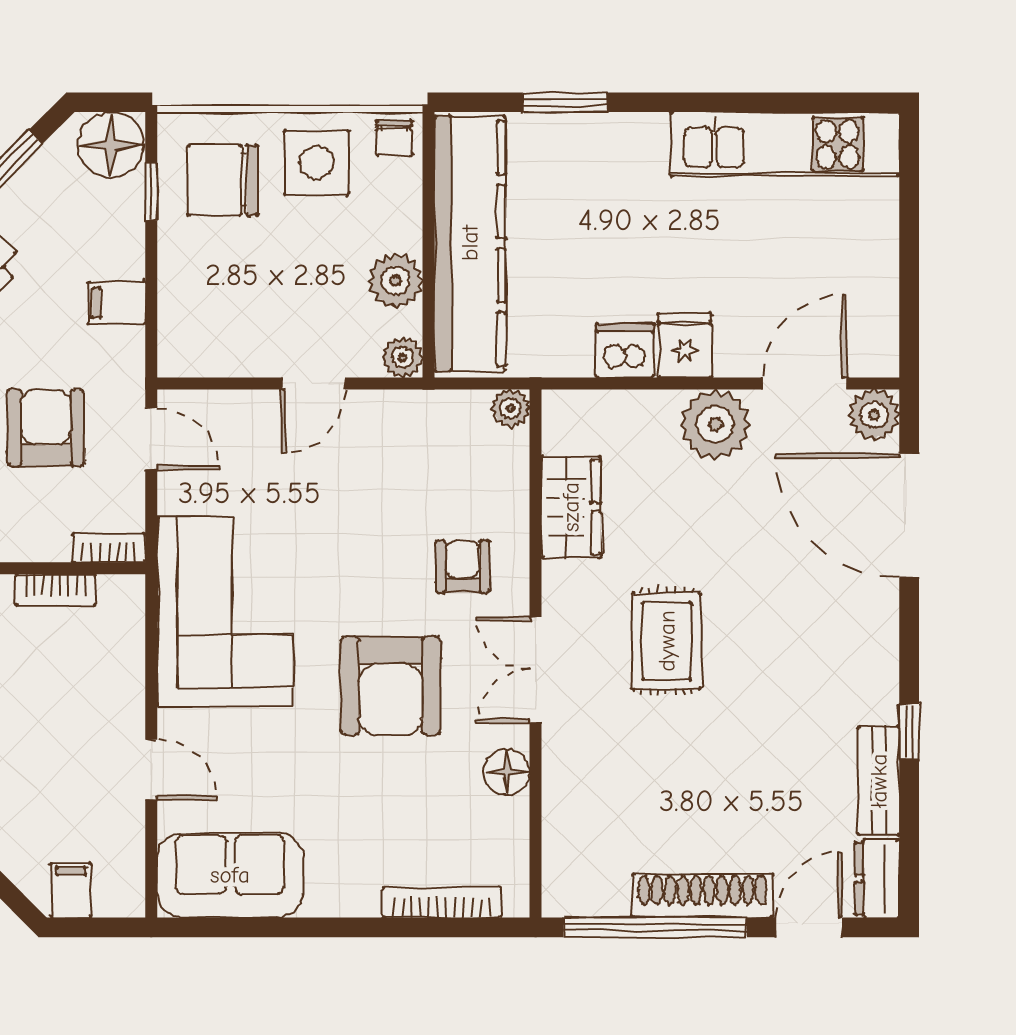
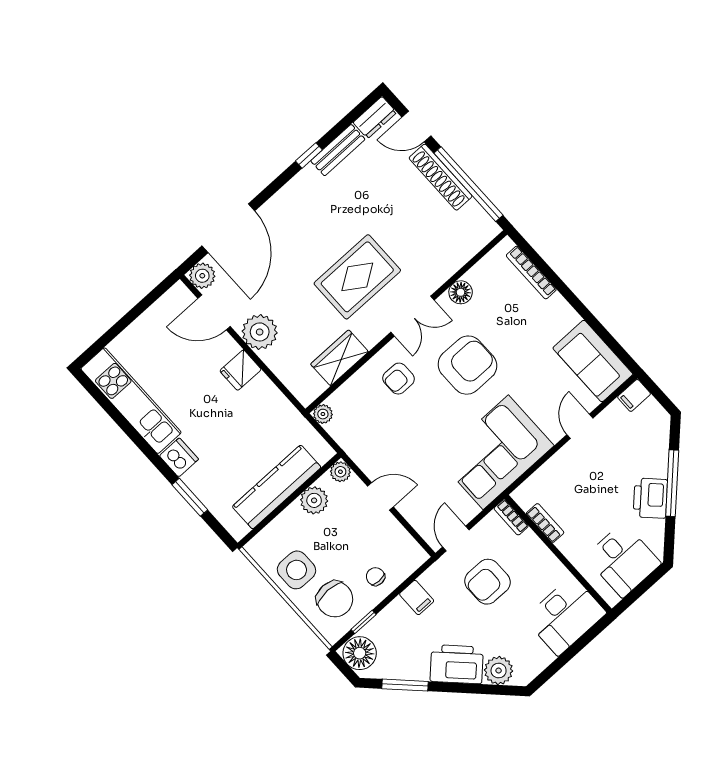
chair: (394, 138) -> (376, 577), moved, turned -90
kitchen counter: (470, 243) -> (277, 487), width x0.72, depth x0.86
dishwasher: (625, 351) -> (179, 457), moved, turned 180
rug: (667, 641) -> (357, 277), width x1.36, depth x1.43
filing cabinet: (71, 890) -> (634, 395), moved

